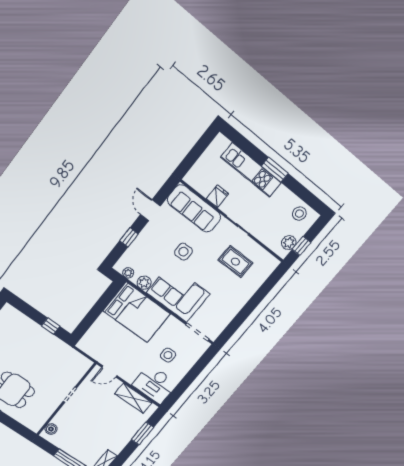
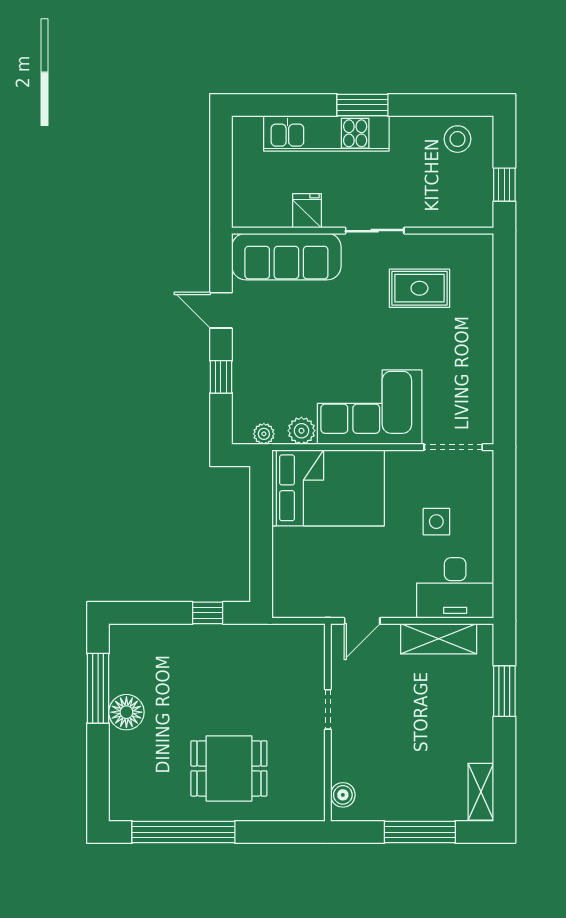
plant: (289, 243) -> (480, 195), removed
side table: (183, 252) -> (324, 335), removed

